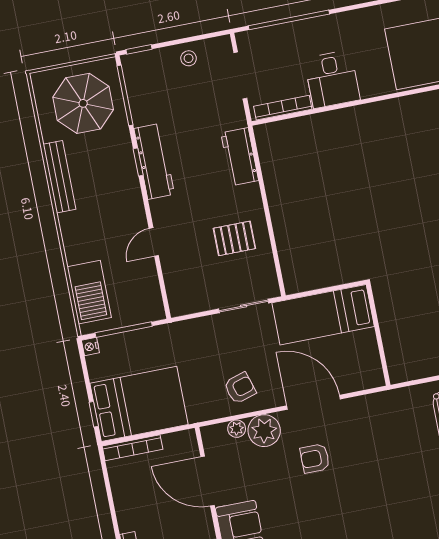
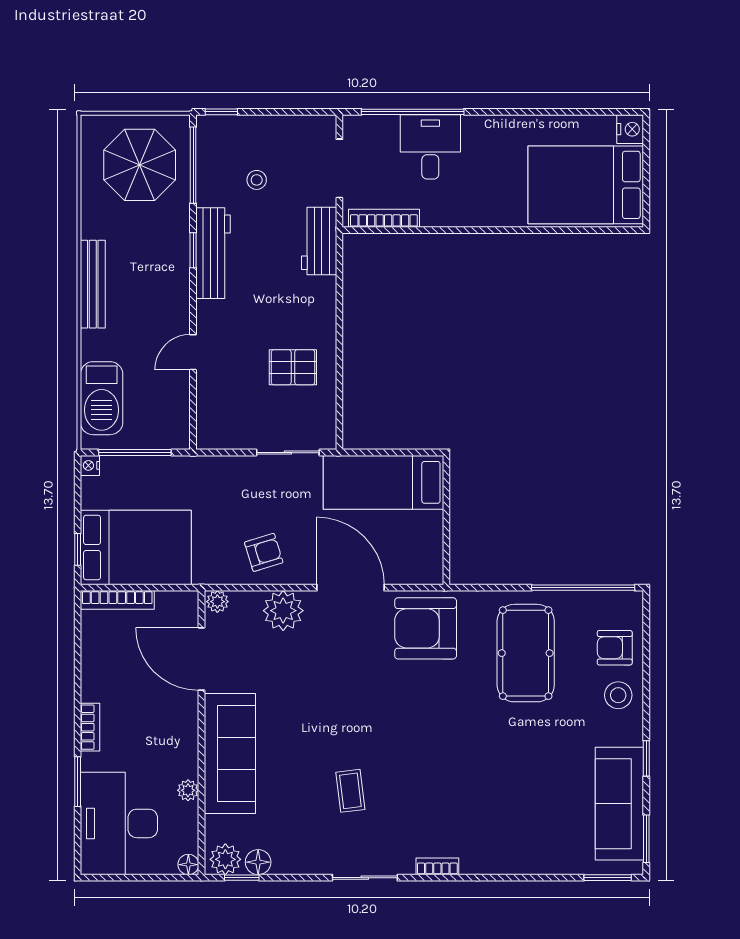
stool: (189, 58) -> (257, 180), moved
desk: (332, 79) -> (430, 147), moved, turned 180
workbench: (240, 157) -> (319, 241), moved
bench: (59, 177) -> (93, 284), moved
plant: (237, 429) -> (217, 602), moved
armchair: (315, 458) -> (426, 628), moved, width x1.88, depth x1.88

